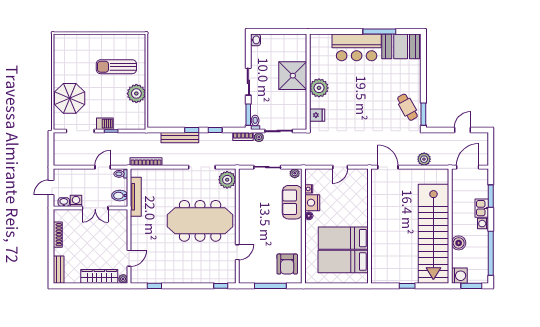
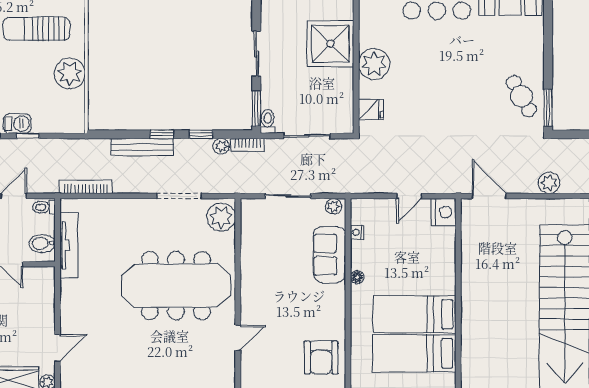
plant: (259, 137) -> (221, 146), moved
nightstand: (312, 203) -> (444, 212), moved, turned 180

